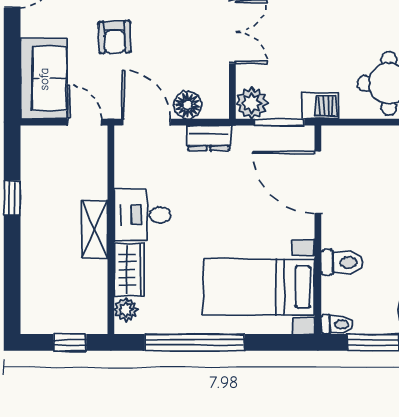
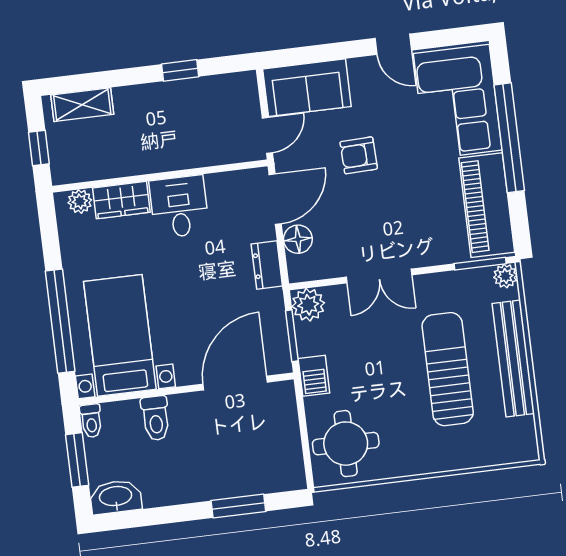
shelving: (95, 229) -> (82, 105), moved
window: (195, 342) -> (60, 321), moved

